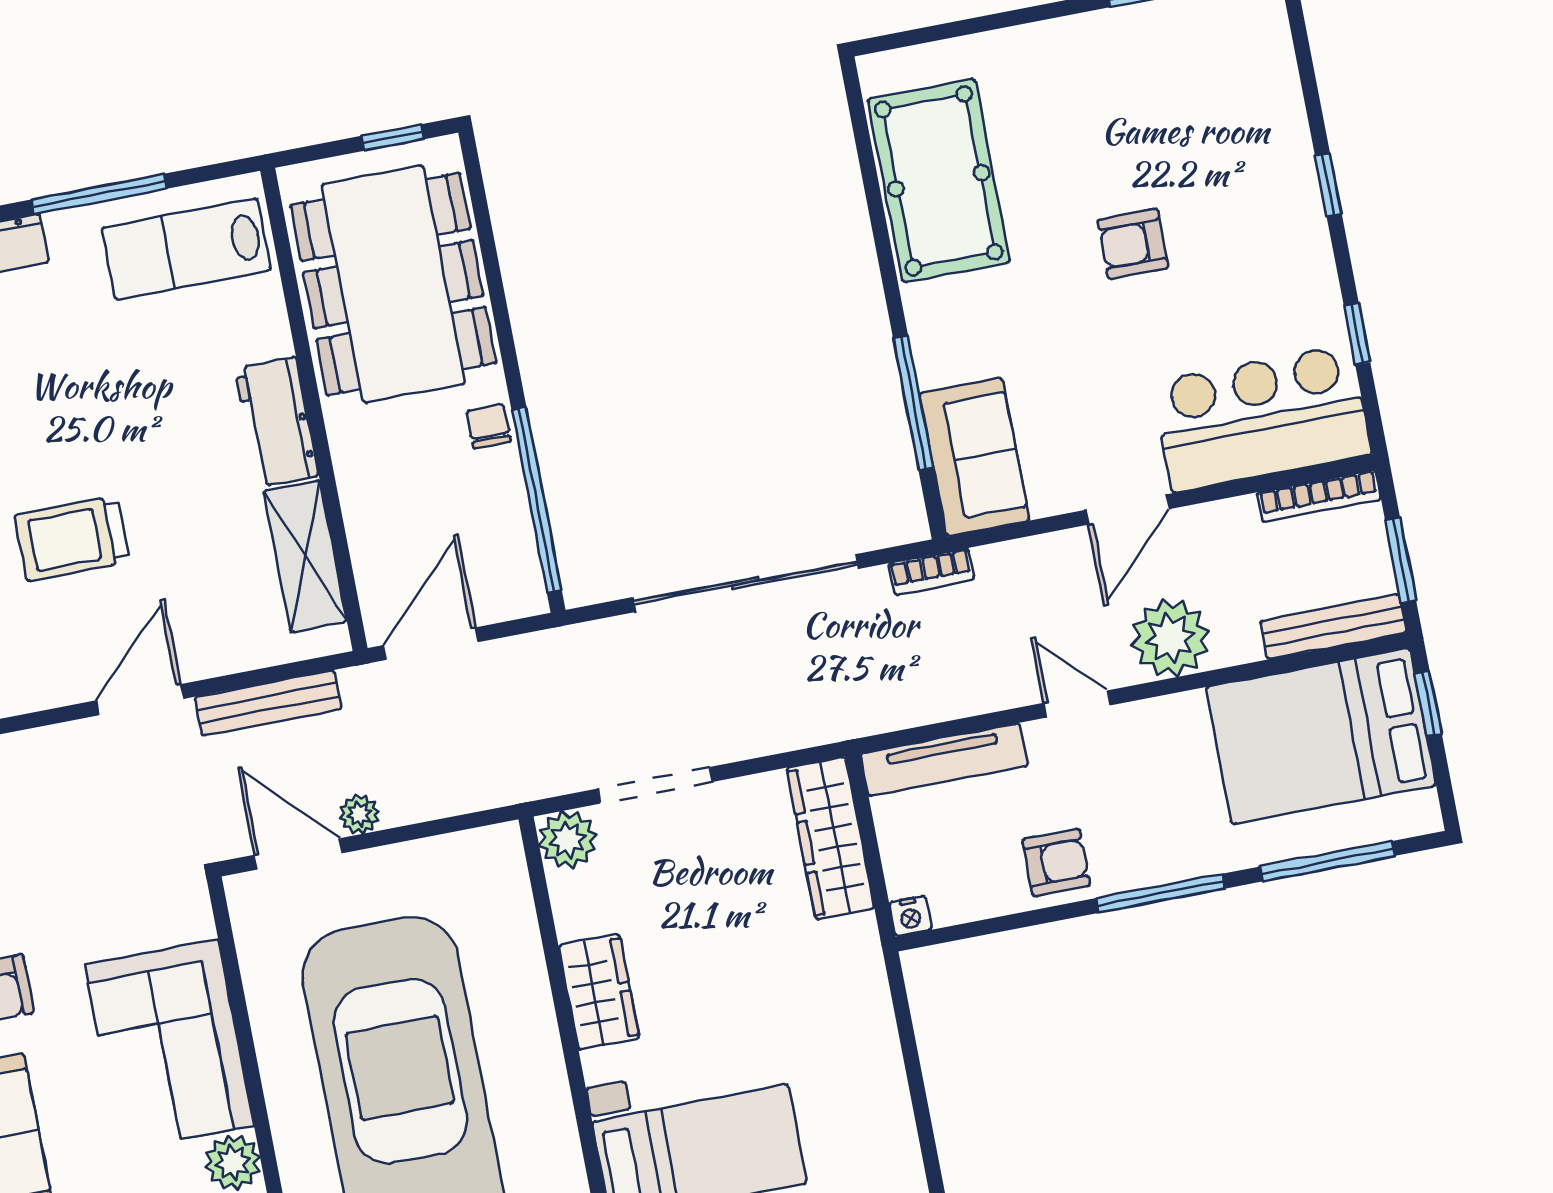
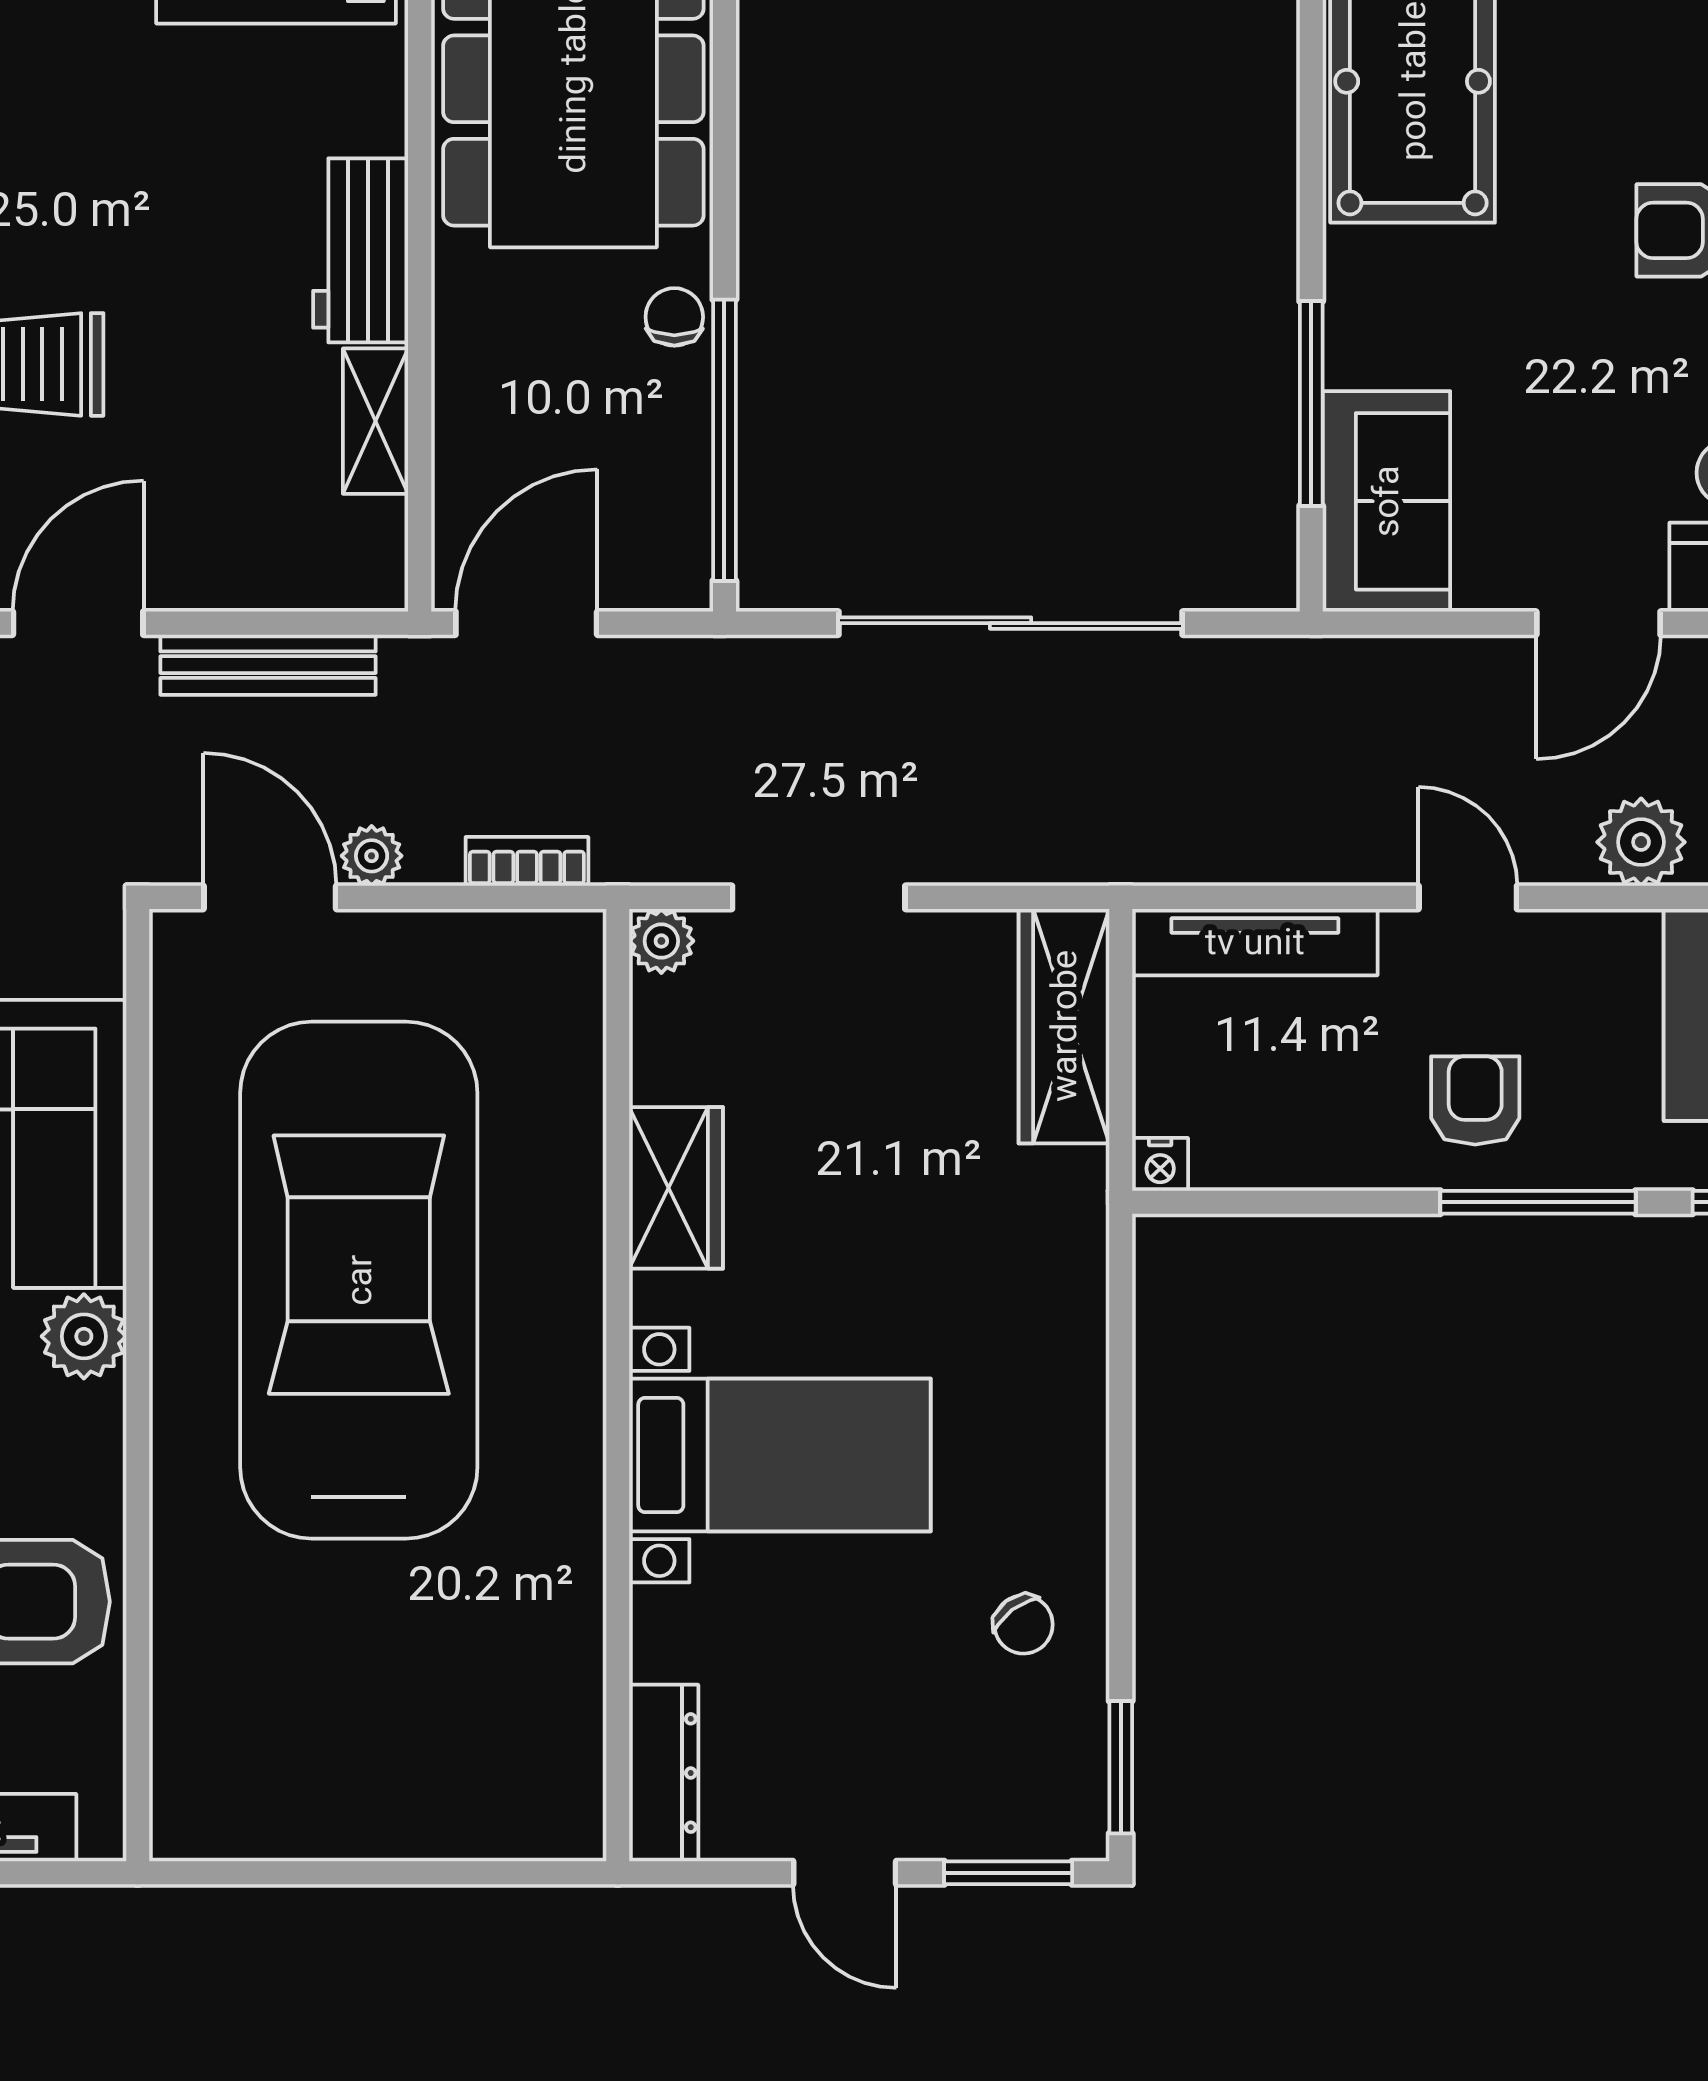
shelving: (305, 556) -> (375, 421), width x0.67, depth x0.75
bookcase: (931, 571) -> (527, 861), moved, turned 180
plant: (1170, 638) -> (1641, 842), width x0.73, depth x0.73
plant: (568, 840) -> (661, 941), width x0.73, depth x0.73
armchair: (1056, 862) -> (1475, 1100), moved, turned -90

